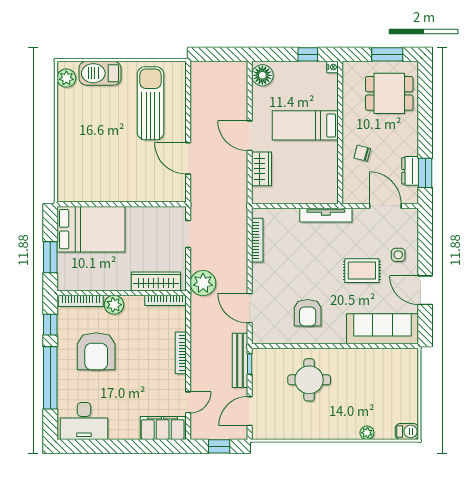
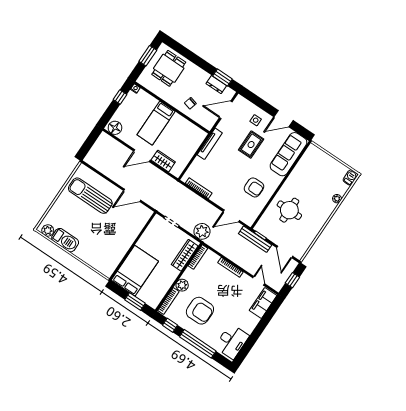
barbecue: (100, 73) -> (65, 240), moved, turned -90

